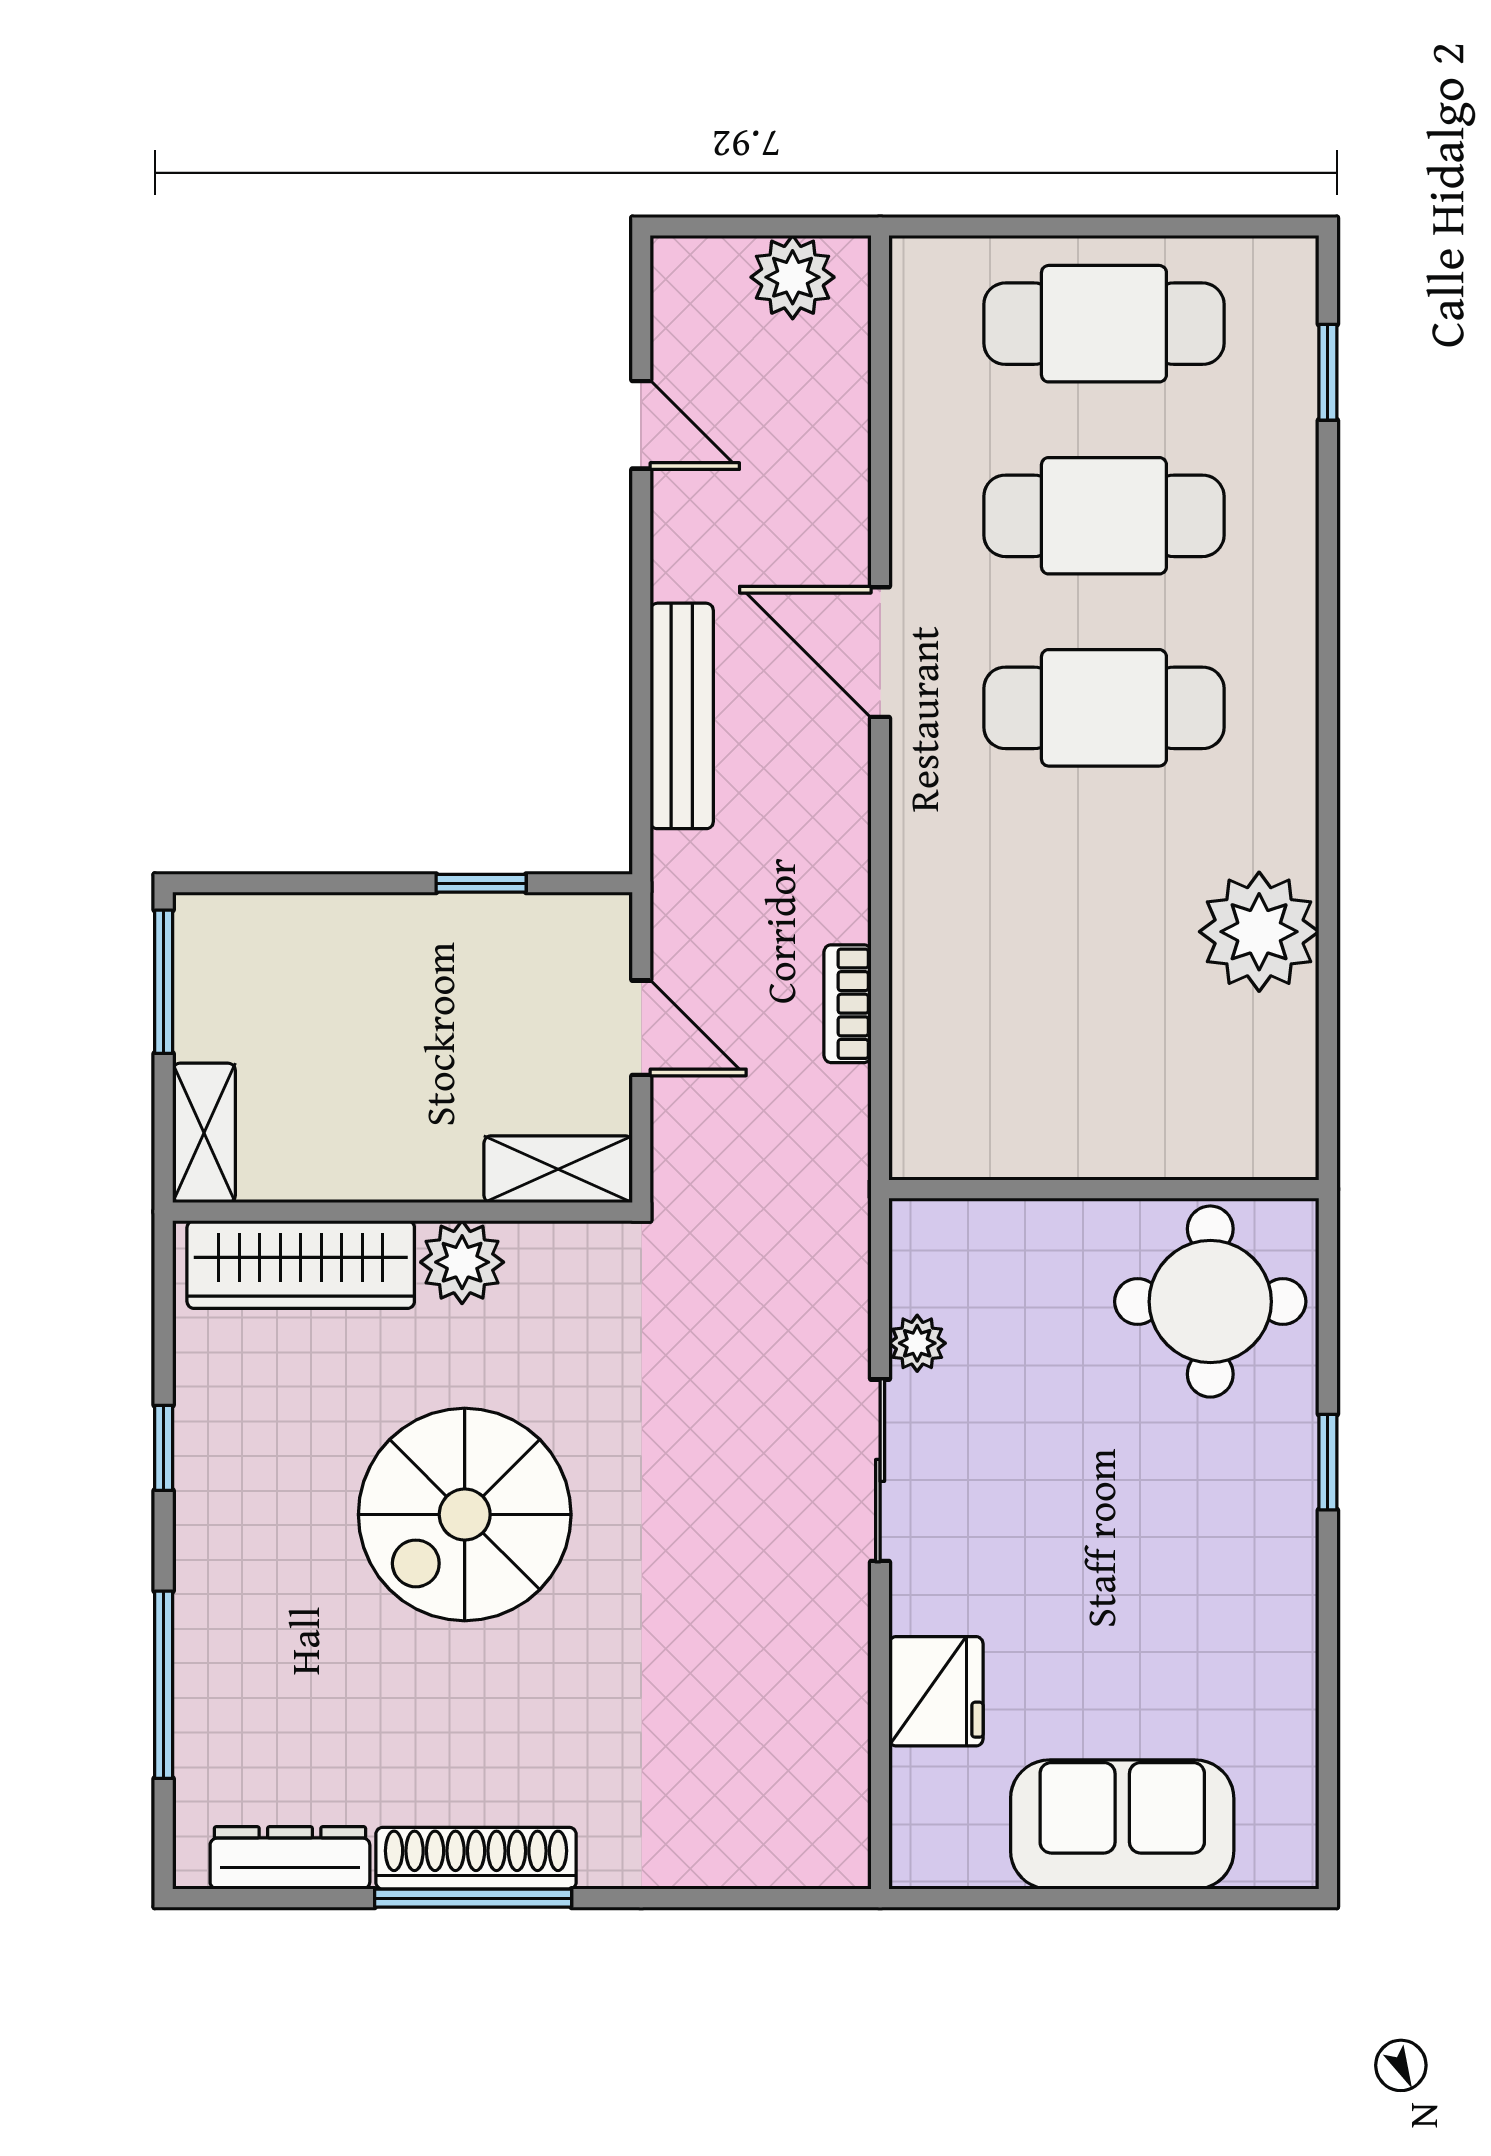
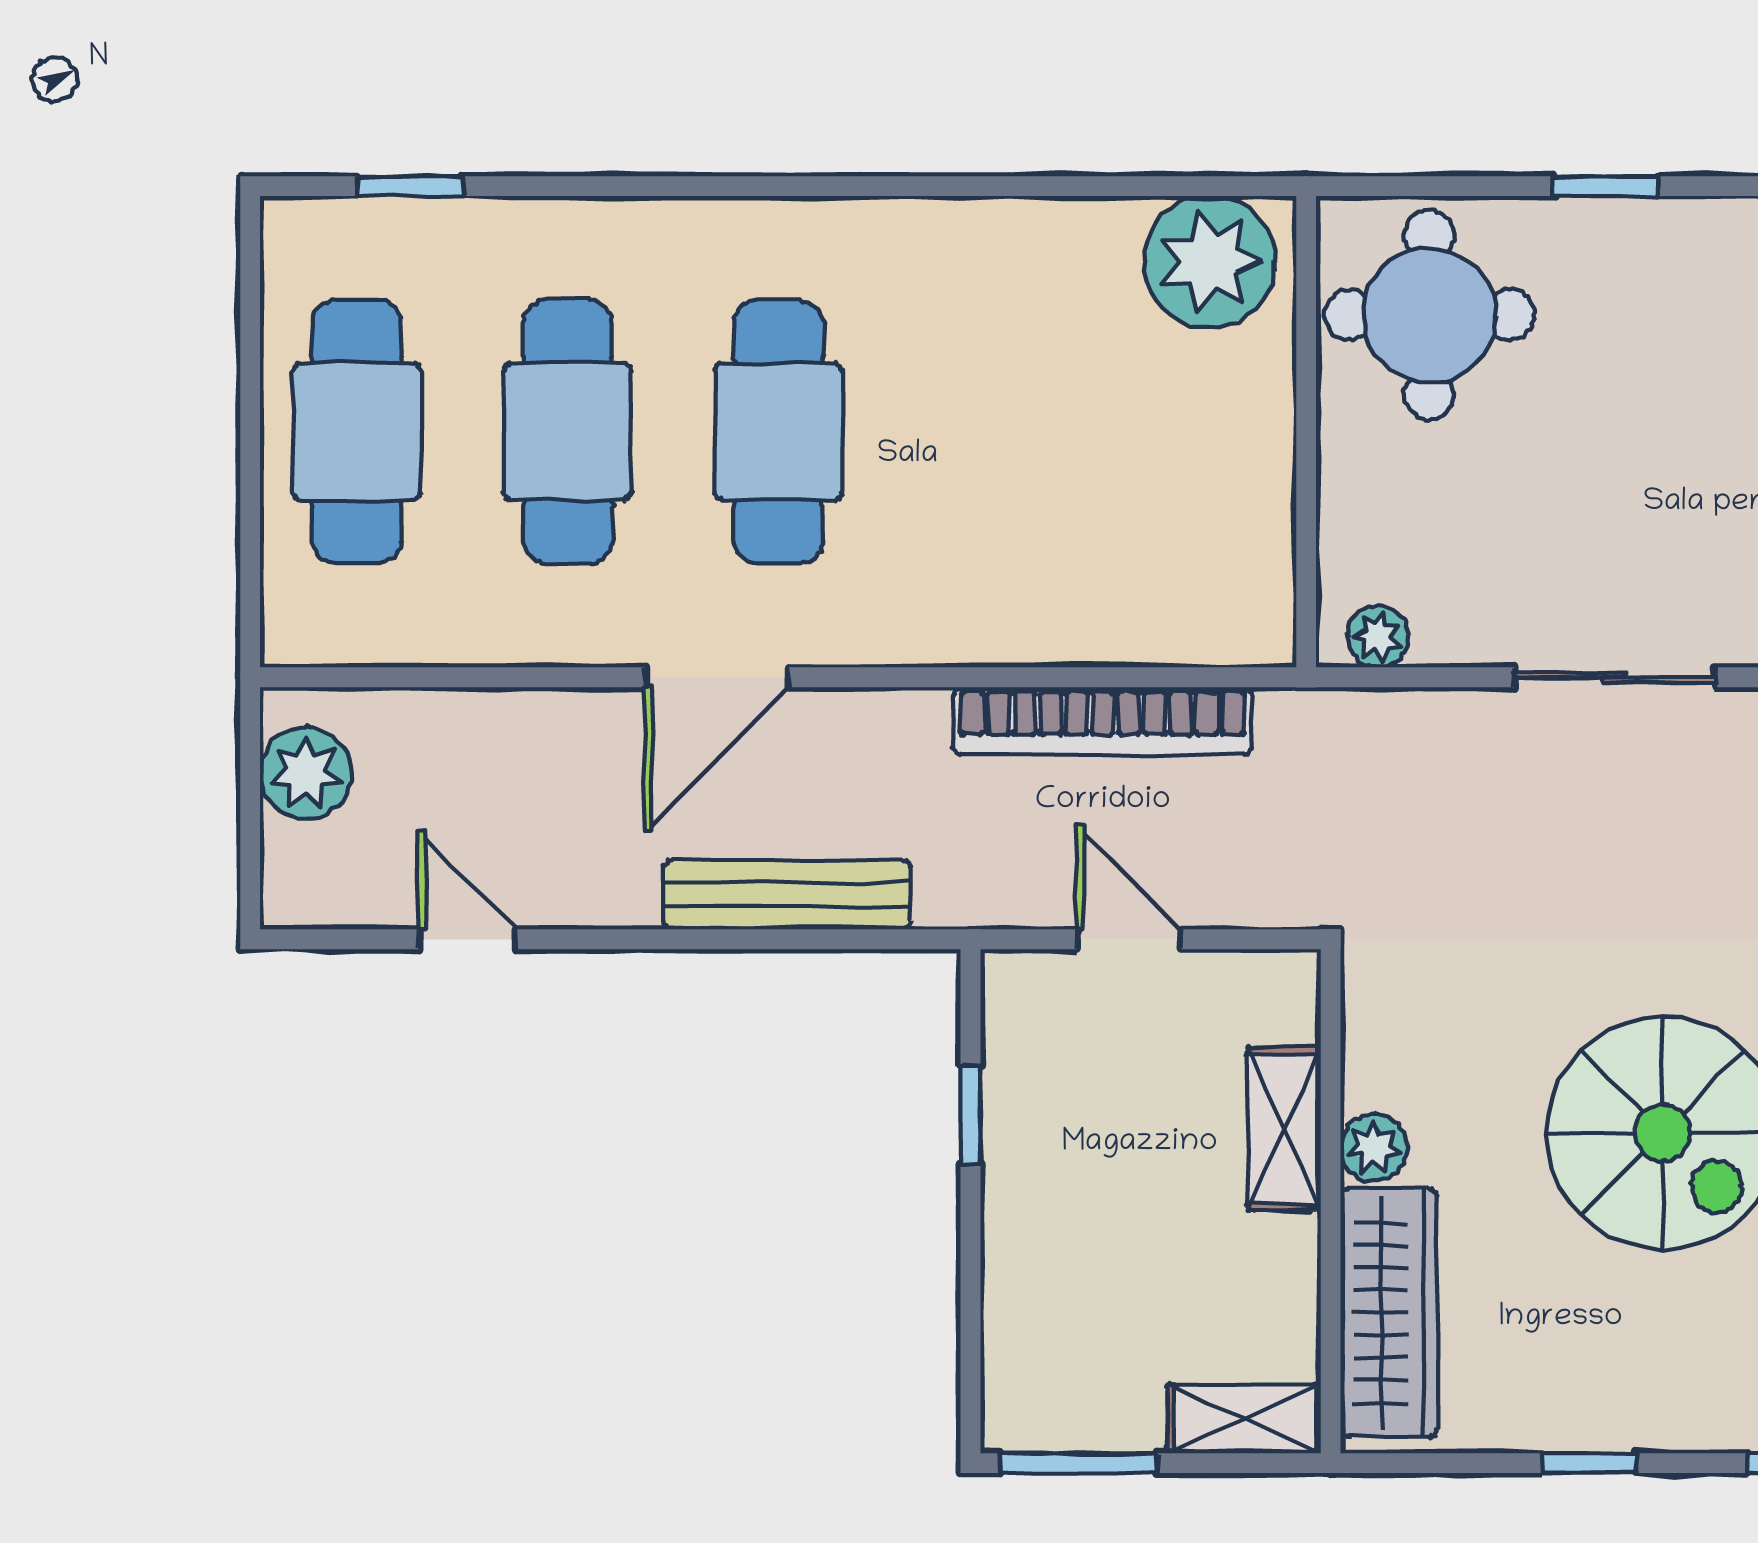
door: (641, 425) -> (468, 939), hinge flipped
plant: (1259, 932) -> (1210, 262), moved
bookcase: (848, 1004) -> (1103, 721), width x2.31, depth x1.31
door: (641, 1028) -> (1129, 939), hinge flipped
shelving: (558, 1169) -> (1284, 1129), moved
plant: (462, 1262) -> (1374, 1148), width x0.73, depth x0.73
plant: (917, 1343) -> (1378, 636), moved

